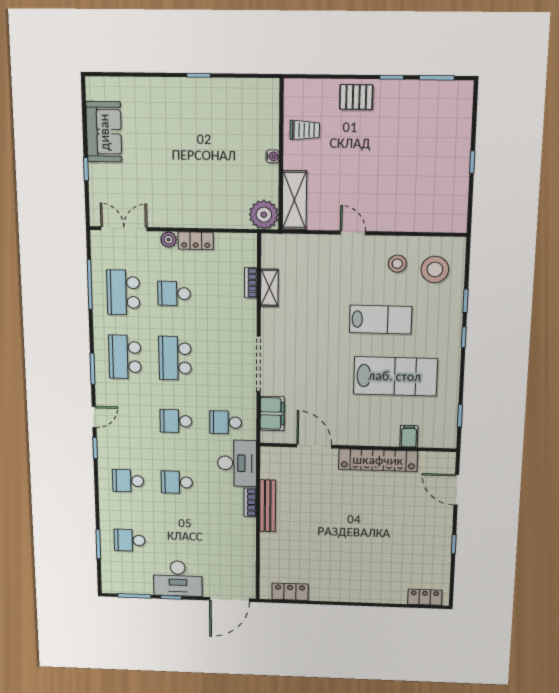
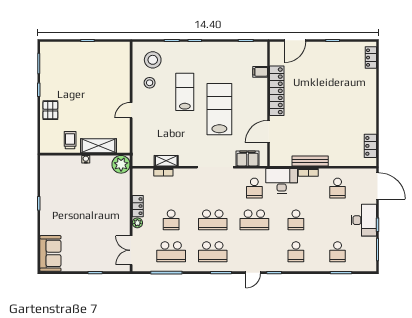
sofa: (104, 132) -> (50, 253), moved, turned 90
shelving: (294, 200) -> (98, 146), moved
lab bench: (395, 376) -> (219, 109), moved
door: (94, 417) -> (253, 273), swing flipped
school desk: (176, 421) -> (254, 220), width x1.85
school desk: (226, 543) -> (338, 188), added

